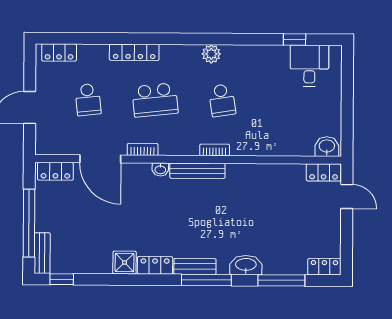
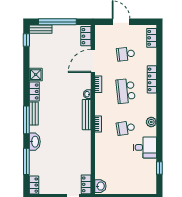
desk: (309, 66) -> (145, 147), moved

